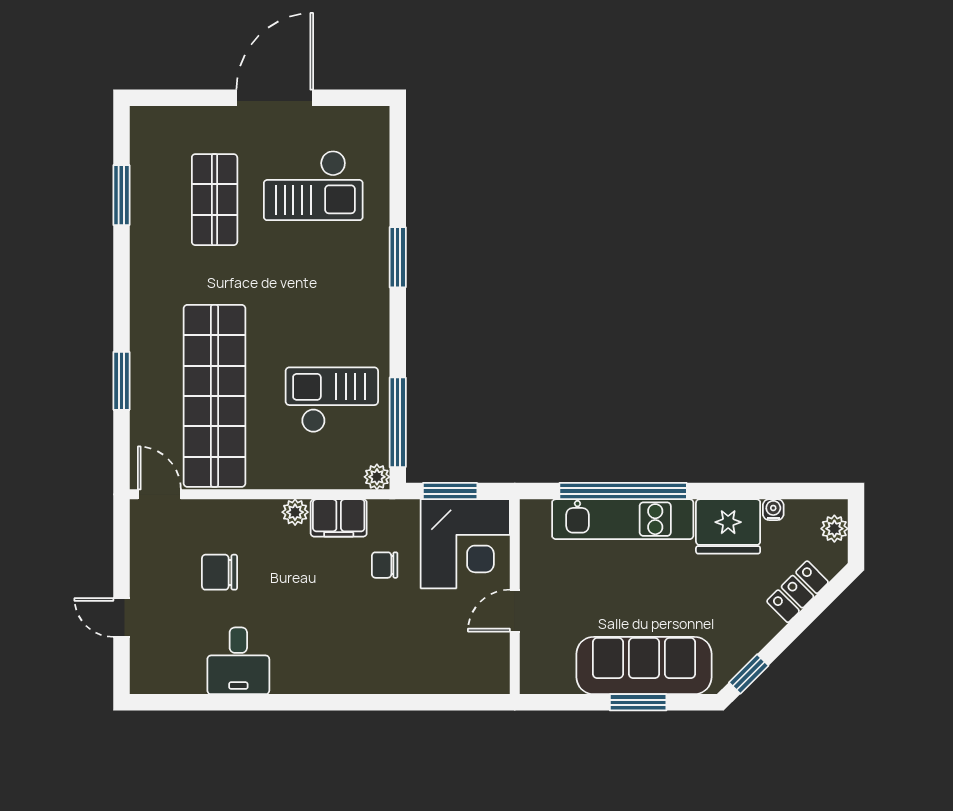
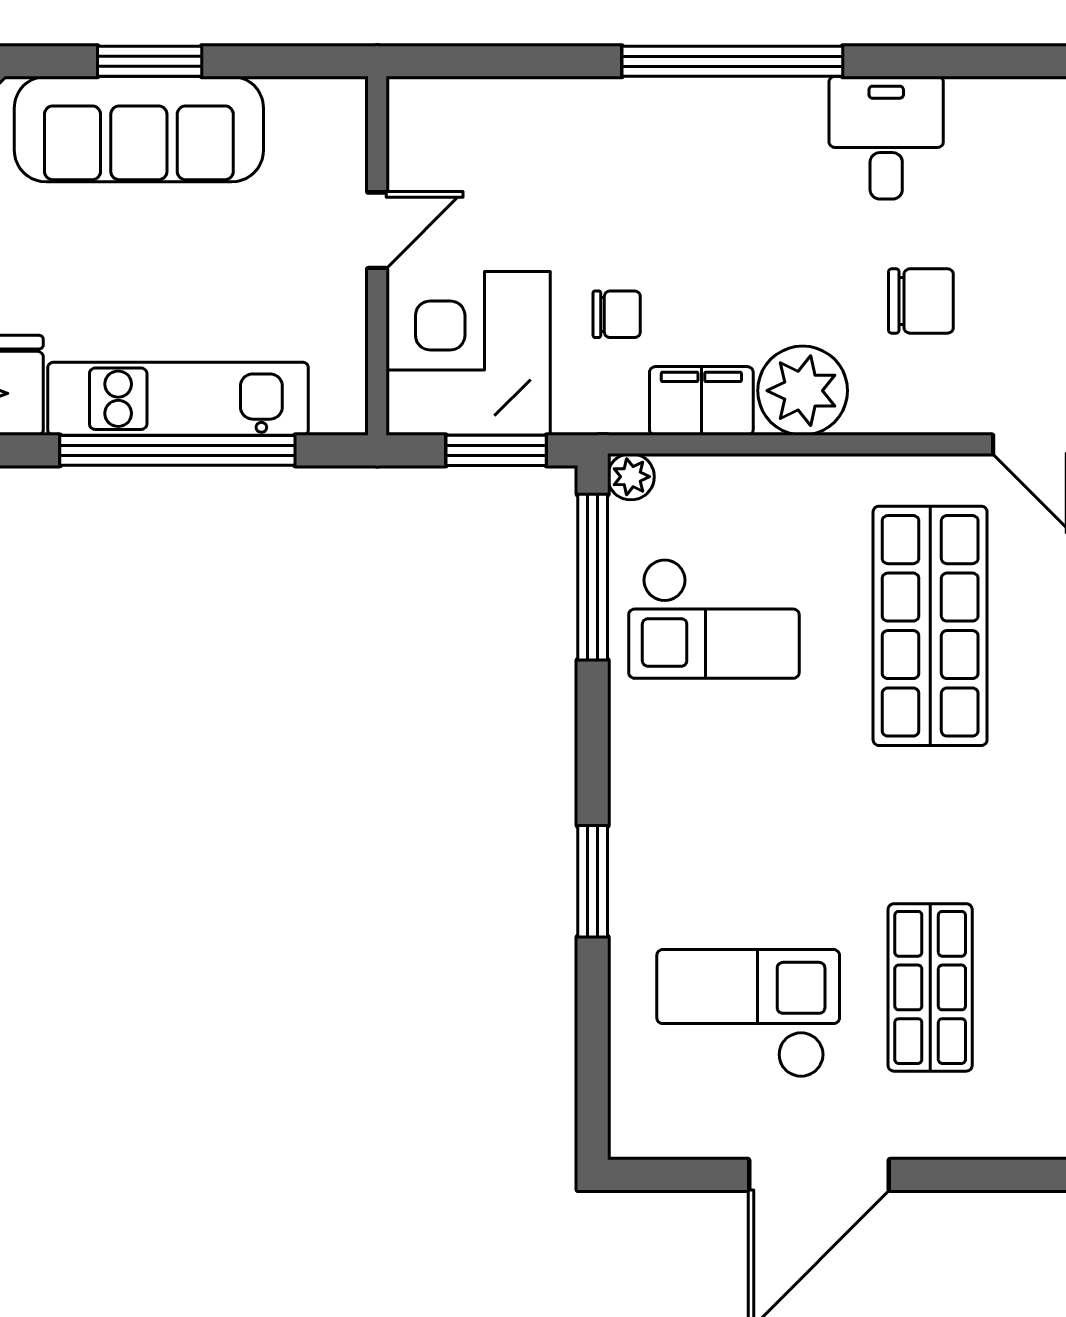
shop shelf: (215, 396) -> (930, 626), width x0.71
plant: (295, 512) -> (803, 391), width x1.87, depth x1.87
window: (322, 702) -> (732, 61), added

